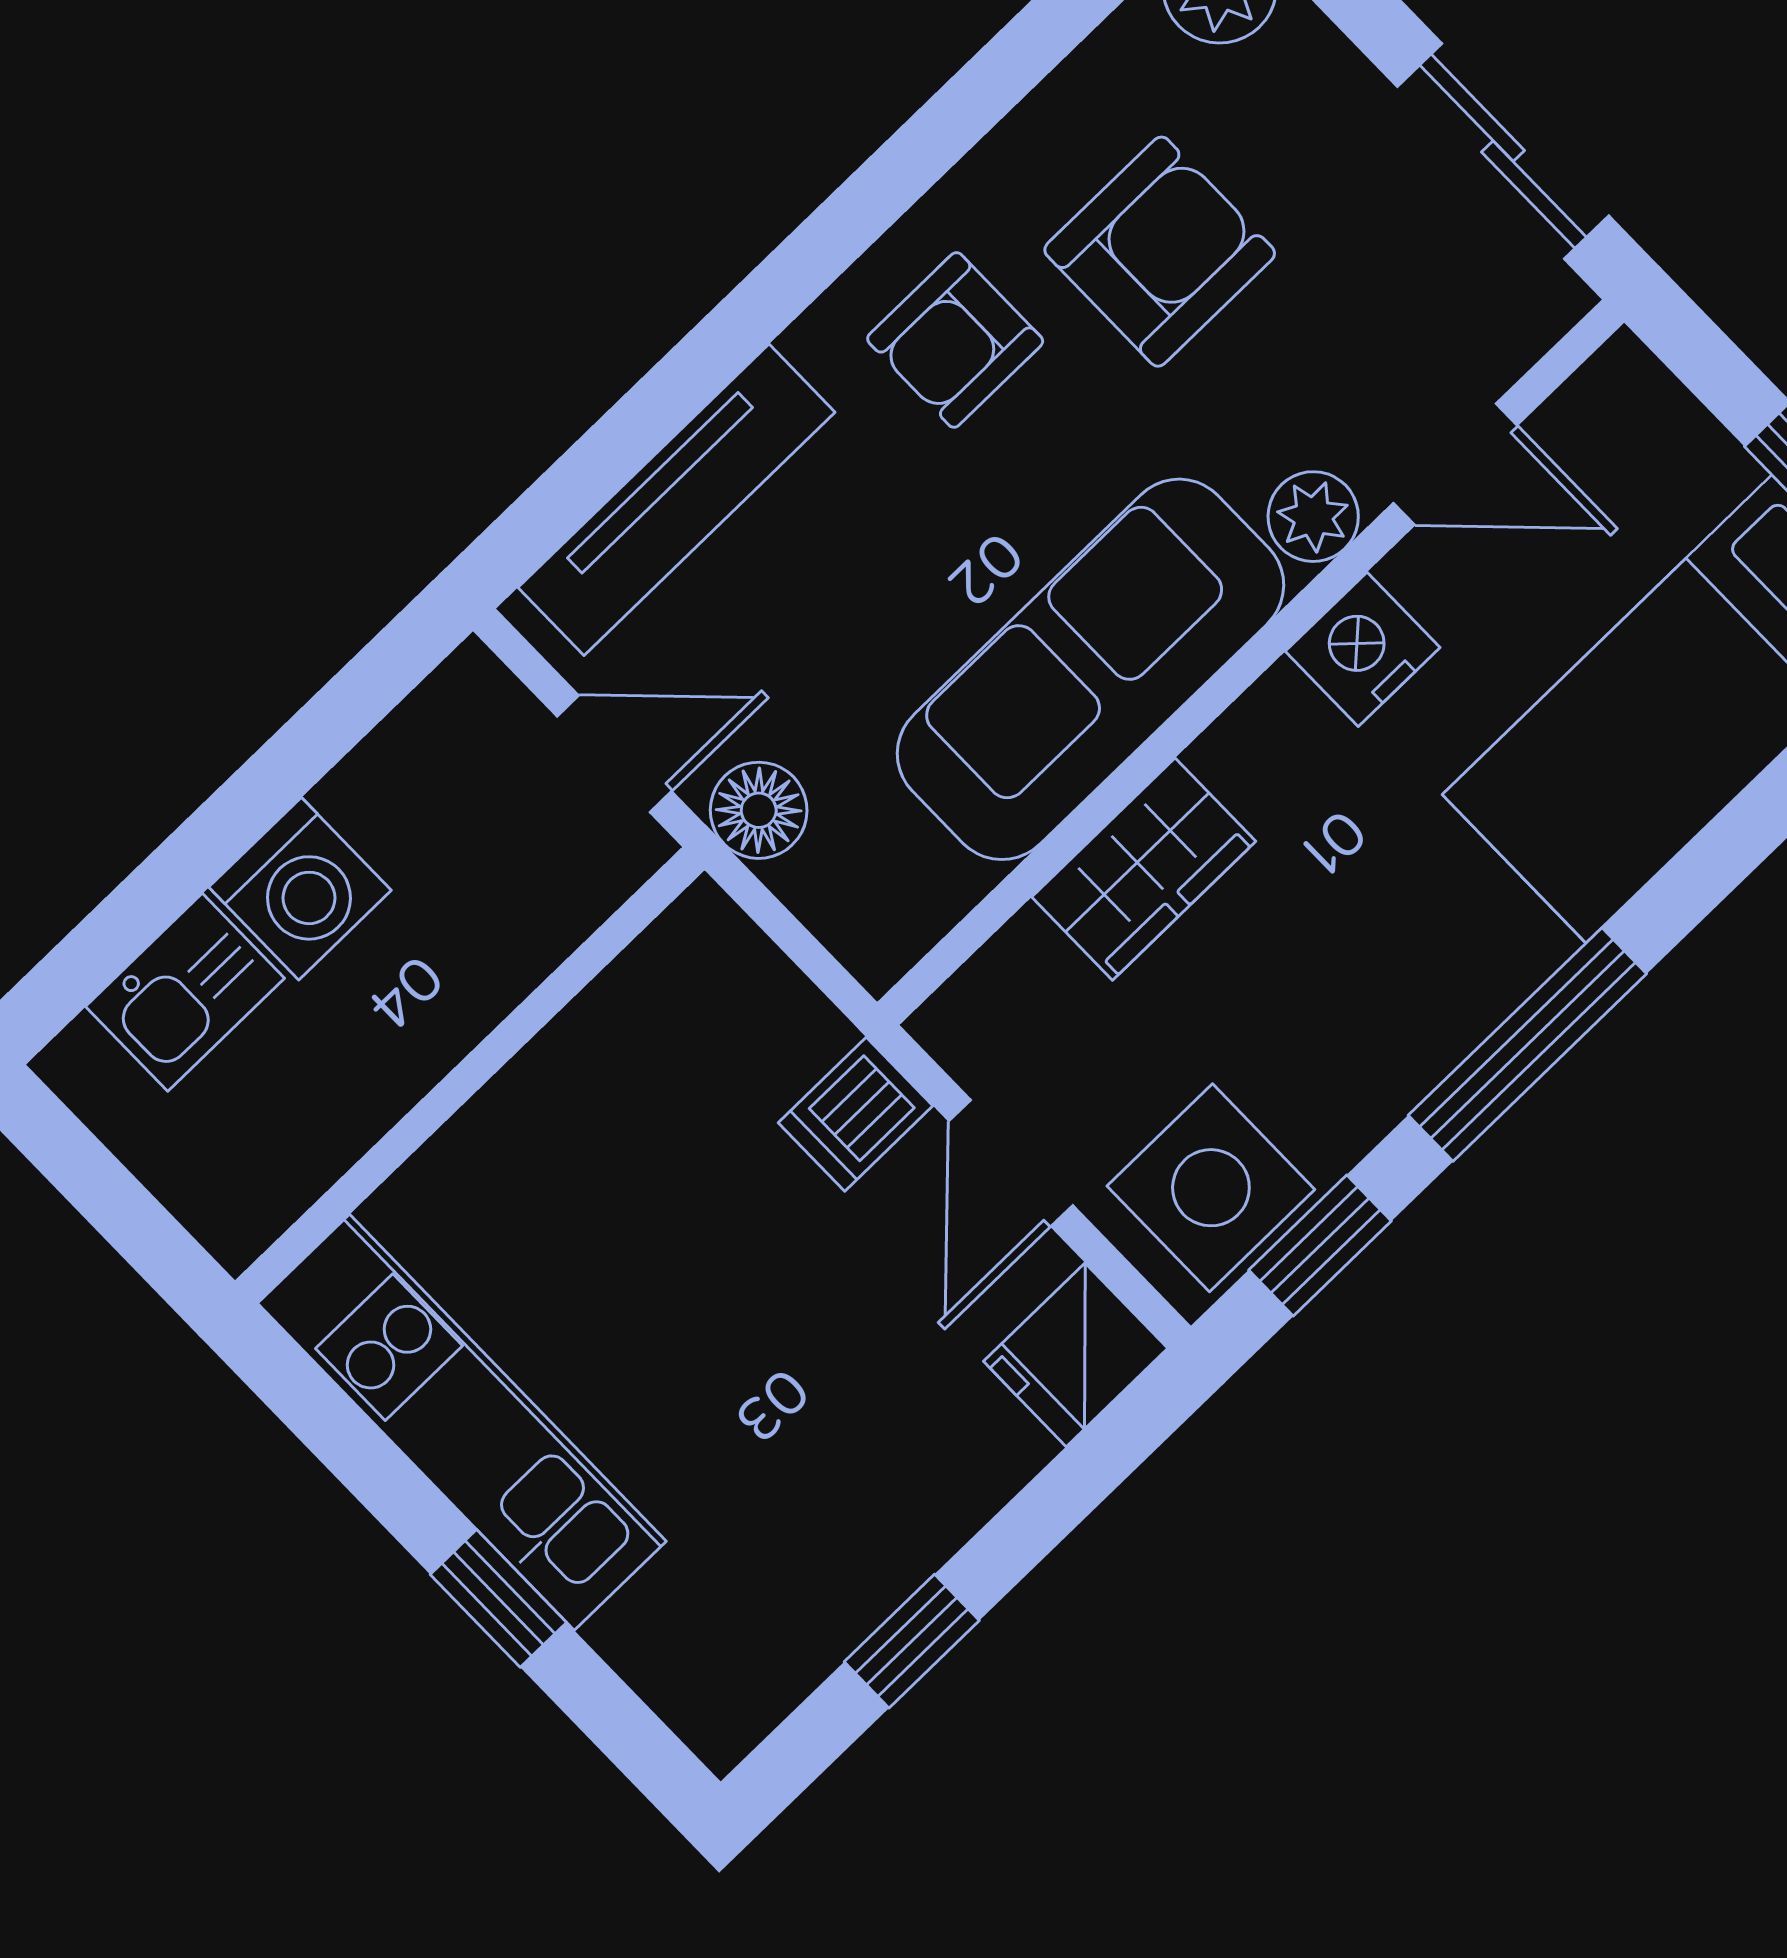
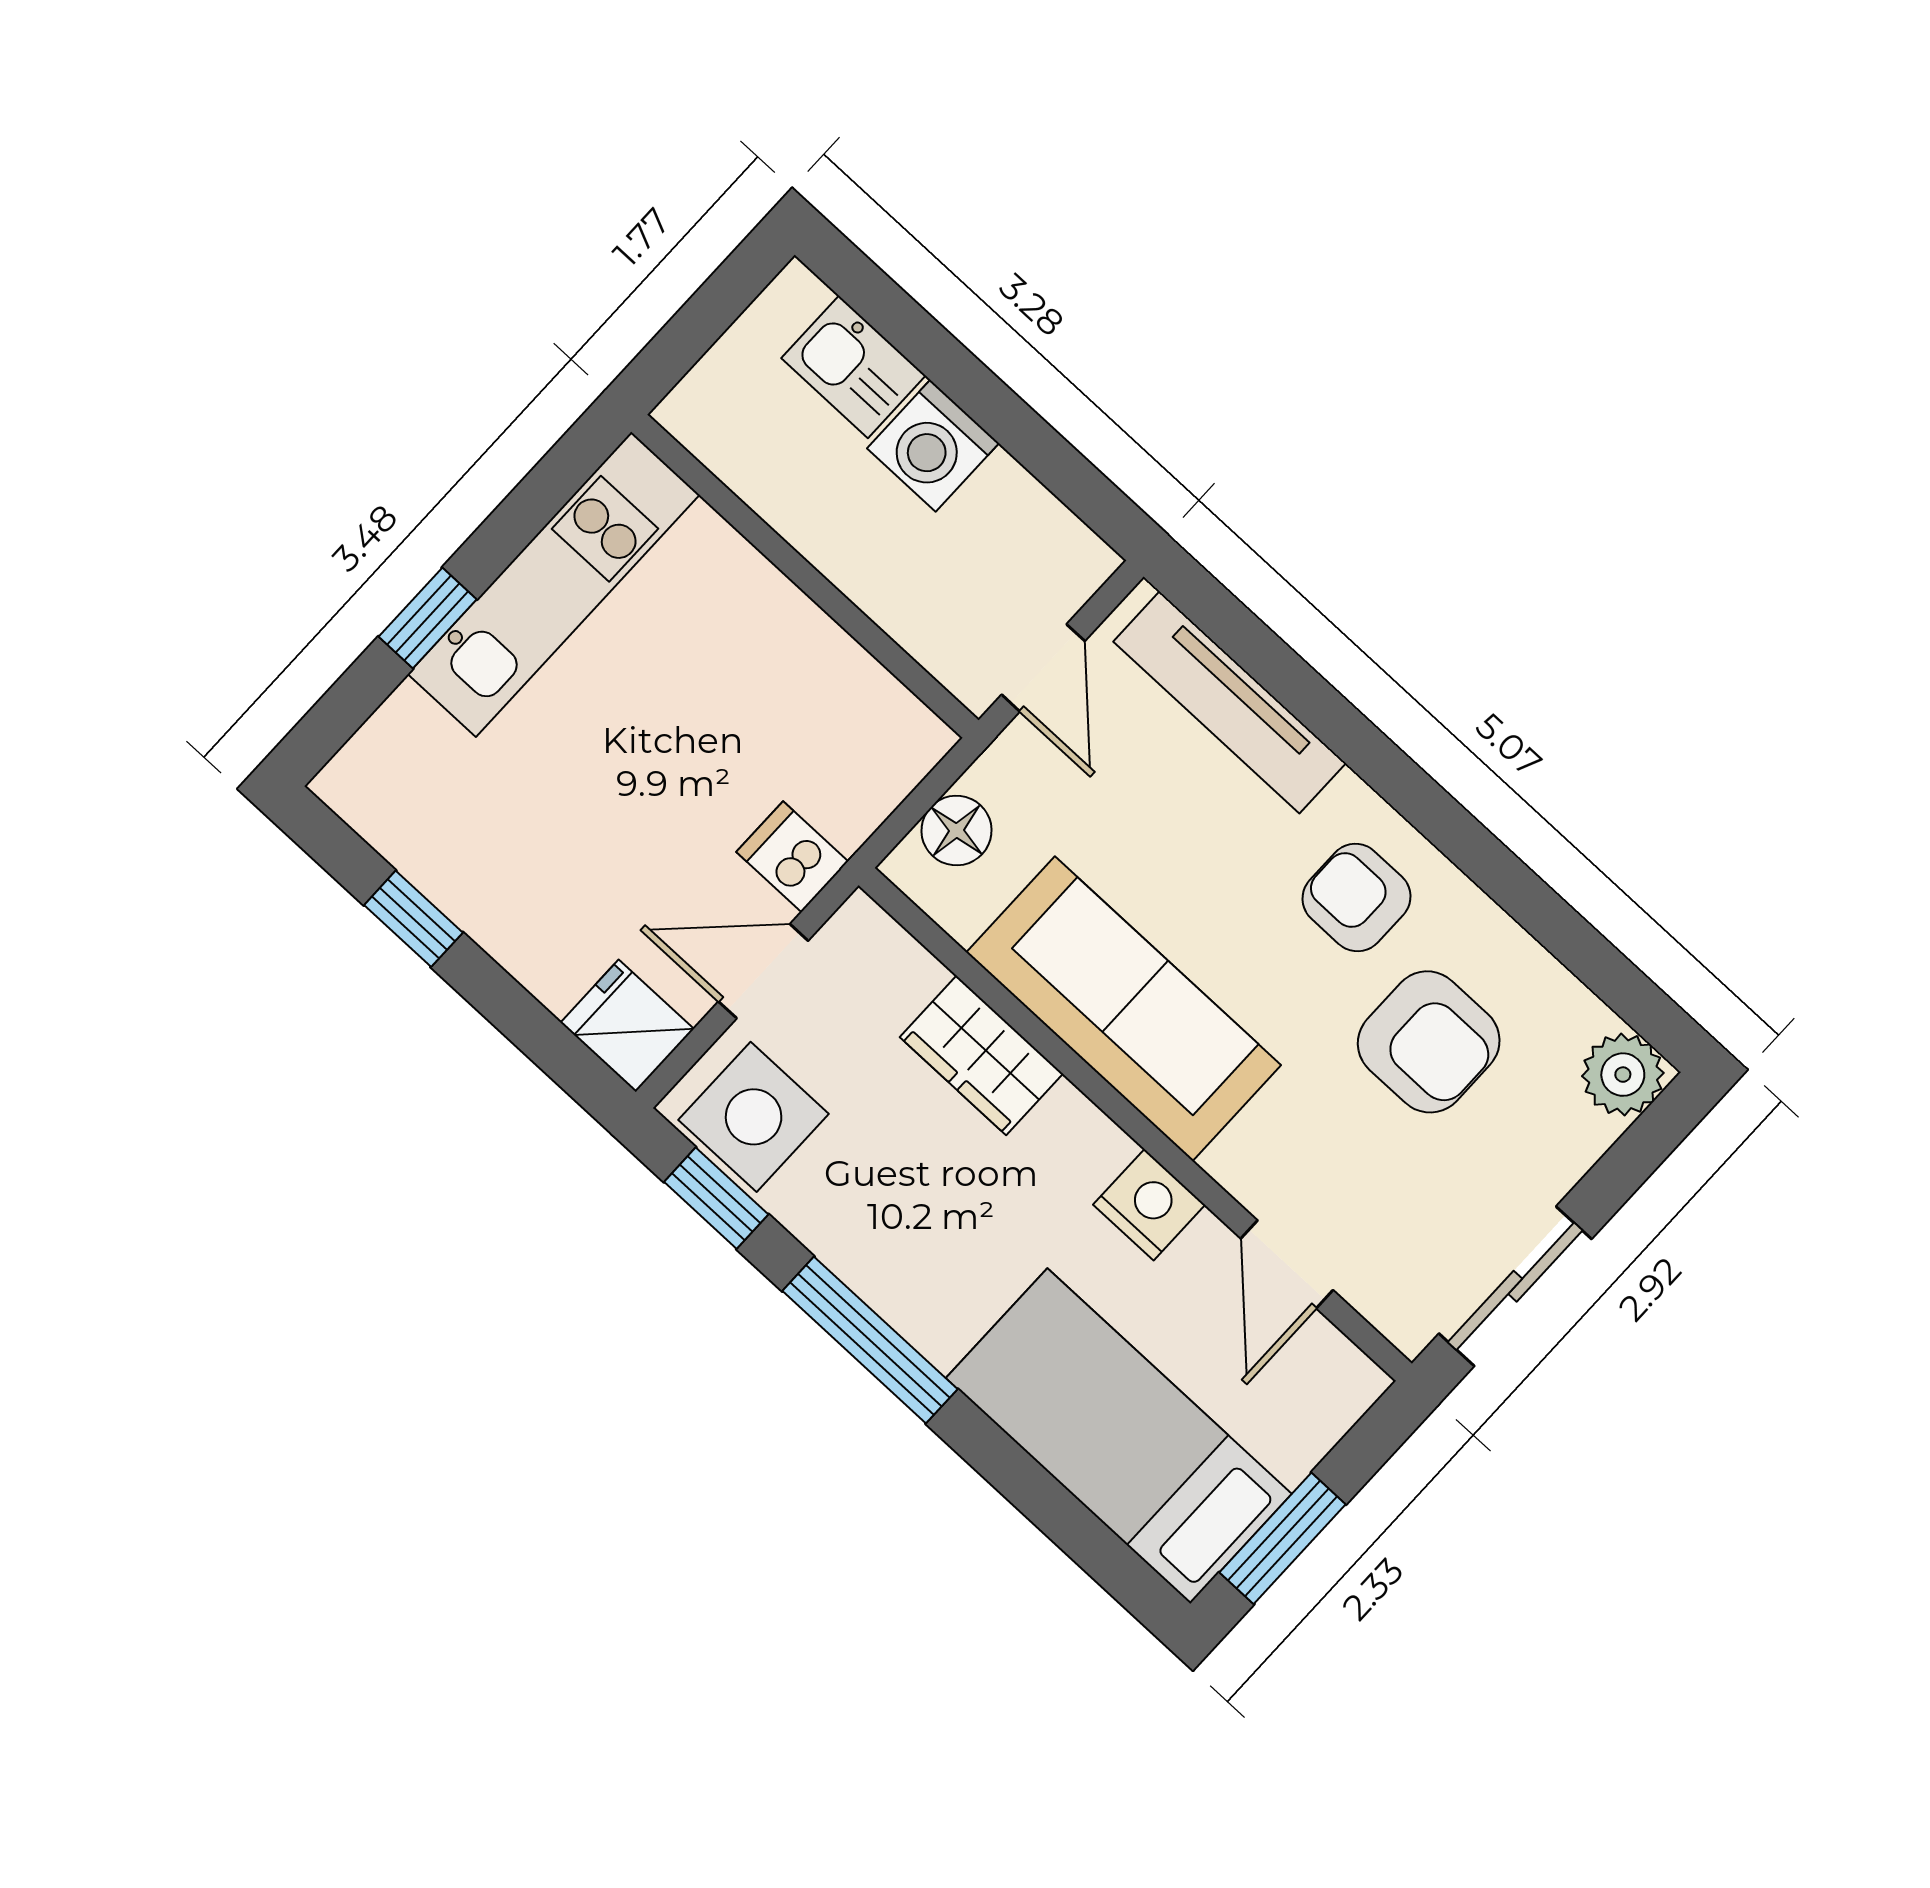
plant: (1313, 517) -> (1243, 1164), removed
floor lamp: (759, 810) -> (957, 831), moved

